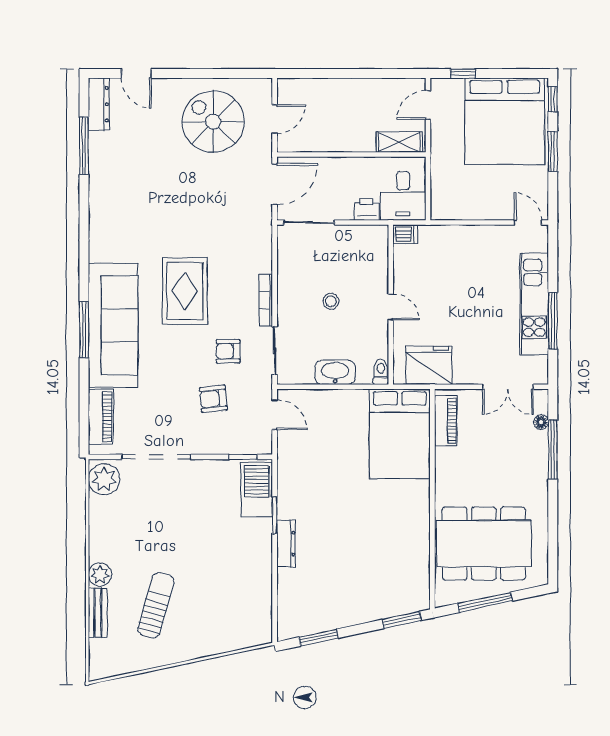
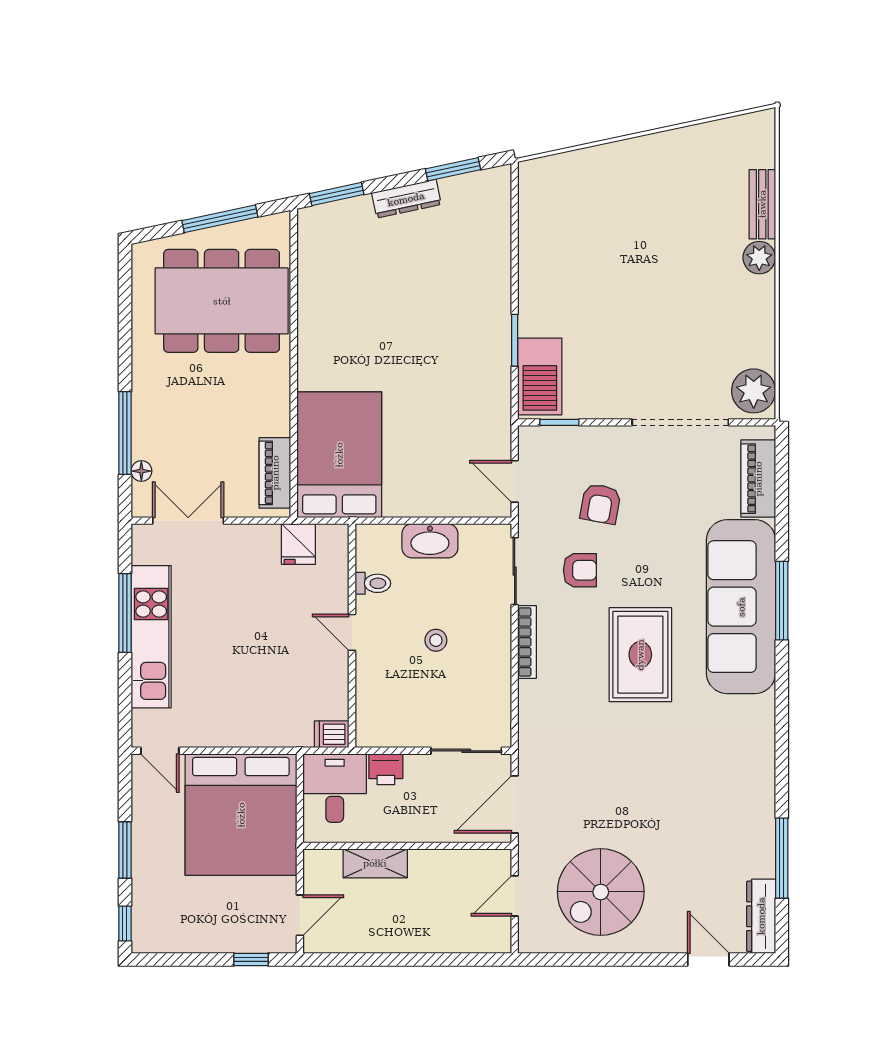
bed: (505, 121) -> (241, 815), moved, turned 180
spiral stairs: (213, 122) -> (601, 892), turned 90
shelving: (399, 142) -> (375, 863), moved
fridge: (429, 365) -> (298, 544), width x0.53, depth x0.75
toilet: (381, 372) -> (373, 583), moved, turned -90
armchair: (213, 399) -> (600, 504), turned 106
dresser: (286, 544) -> (406, 199), moved, turned -102
sun lounger: (156, 605) -> (681, 215), removed

